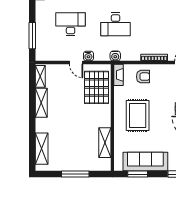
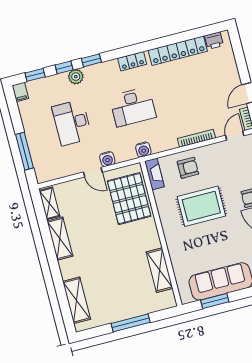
desk: (71, 24) -> (72, 123), turned -90
rug: (138, 116) -> (201, 206), moved, turned 90

